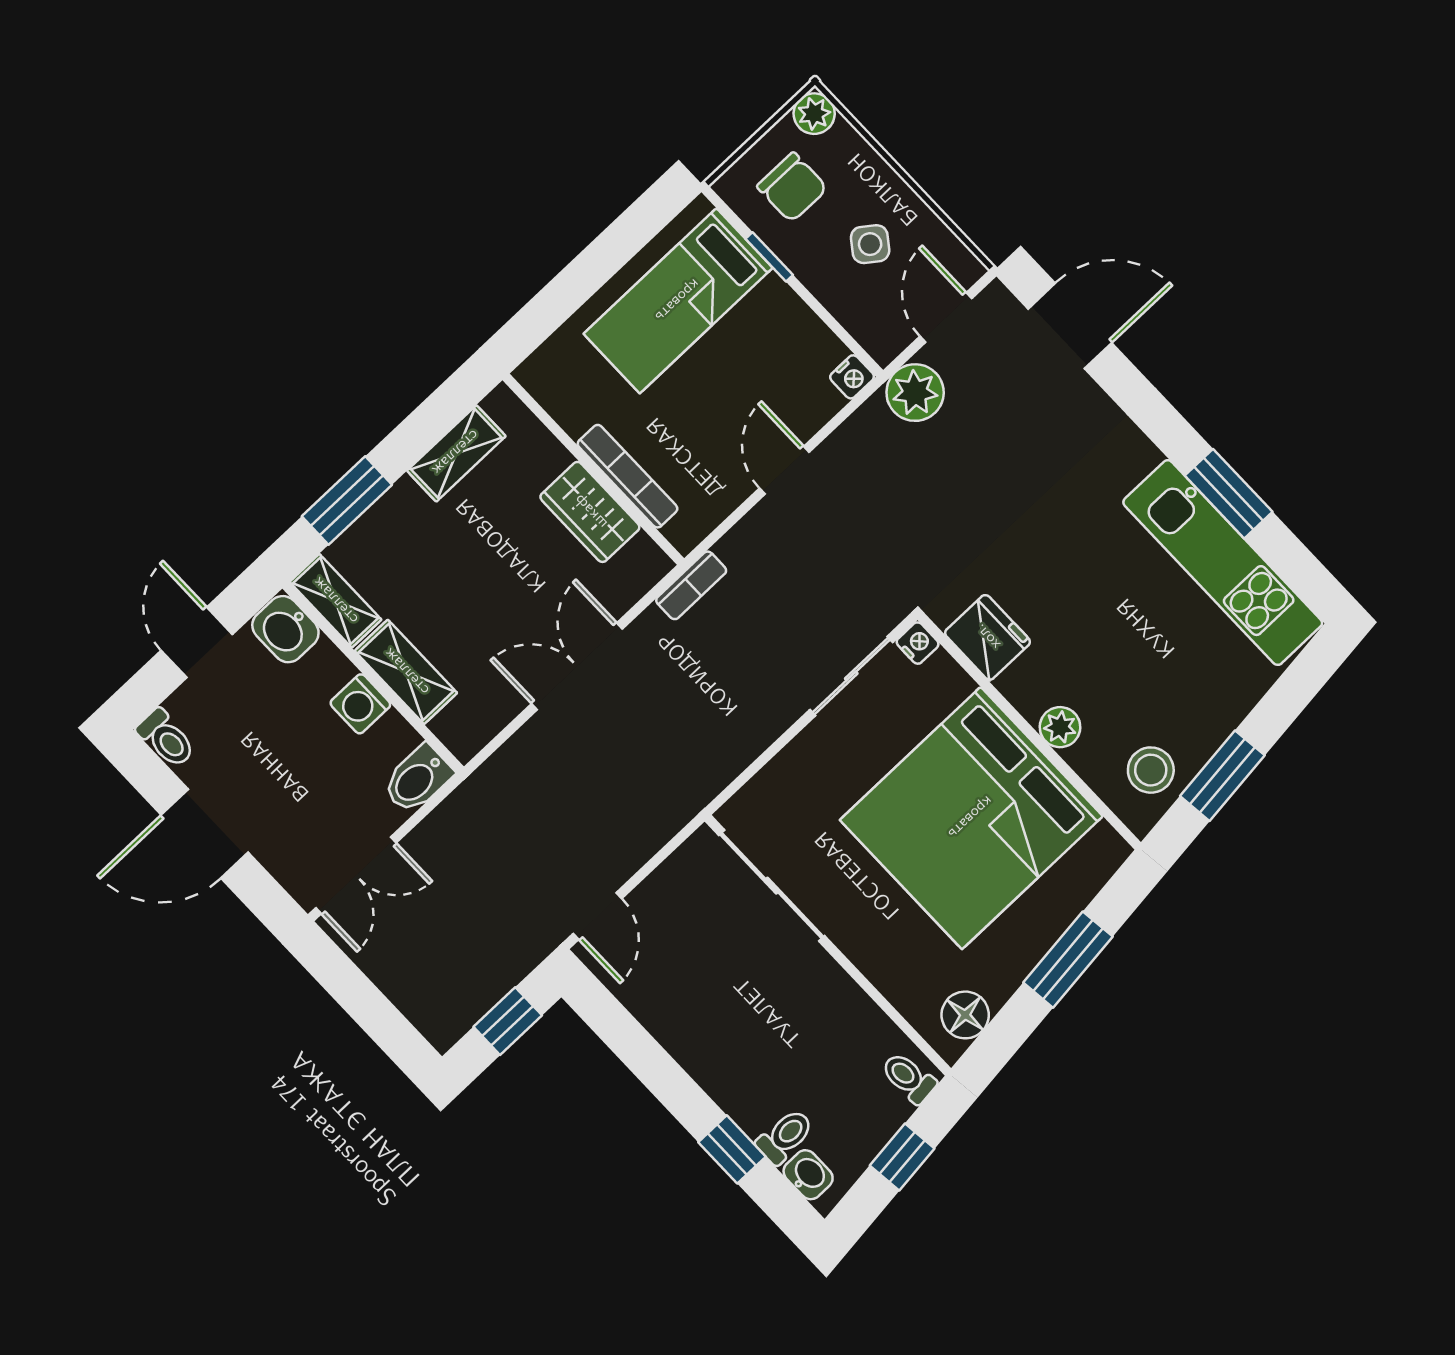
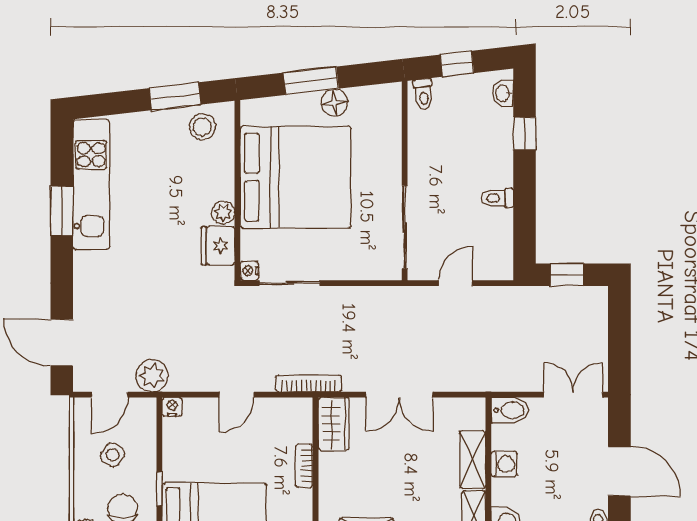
bookcase: (628, 476) -> (304, 466), width x0.64
wardrobe: (590, 512) -> (334, 424), moved
bookcase: (691, 585) -> (309, 383), width x1.56
plant: (1060, 727) -> (223, 213), moved
door: (597, 916) -> (456, 283), moved
floor lamp: (965, 1015) -> (334, 103), moved
toilet: (785, 1136) -> (498, 198), moved

